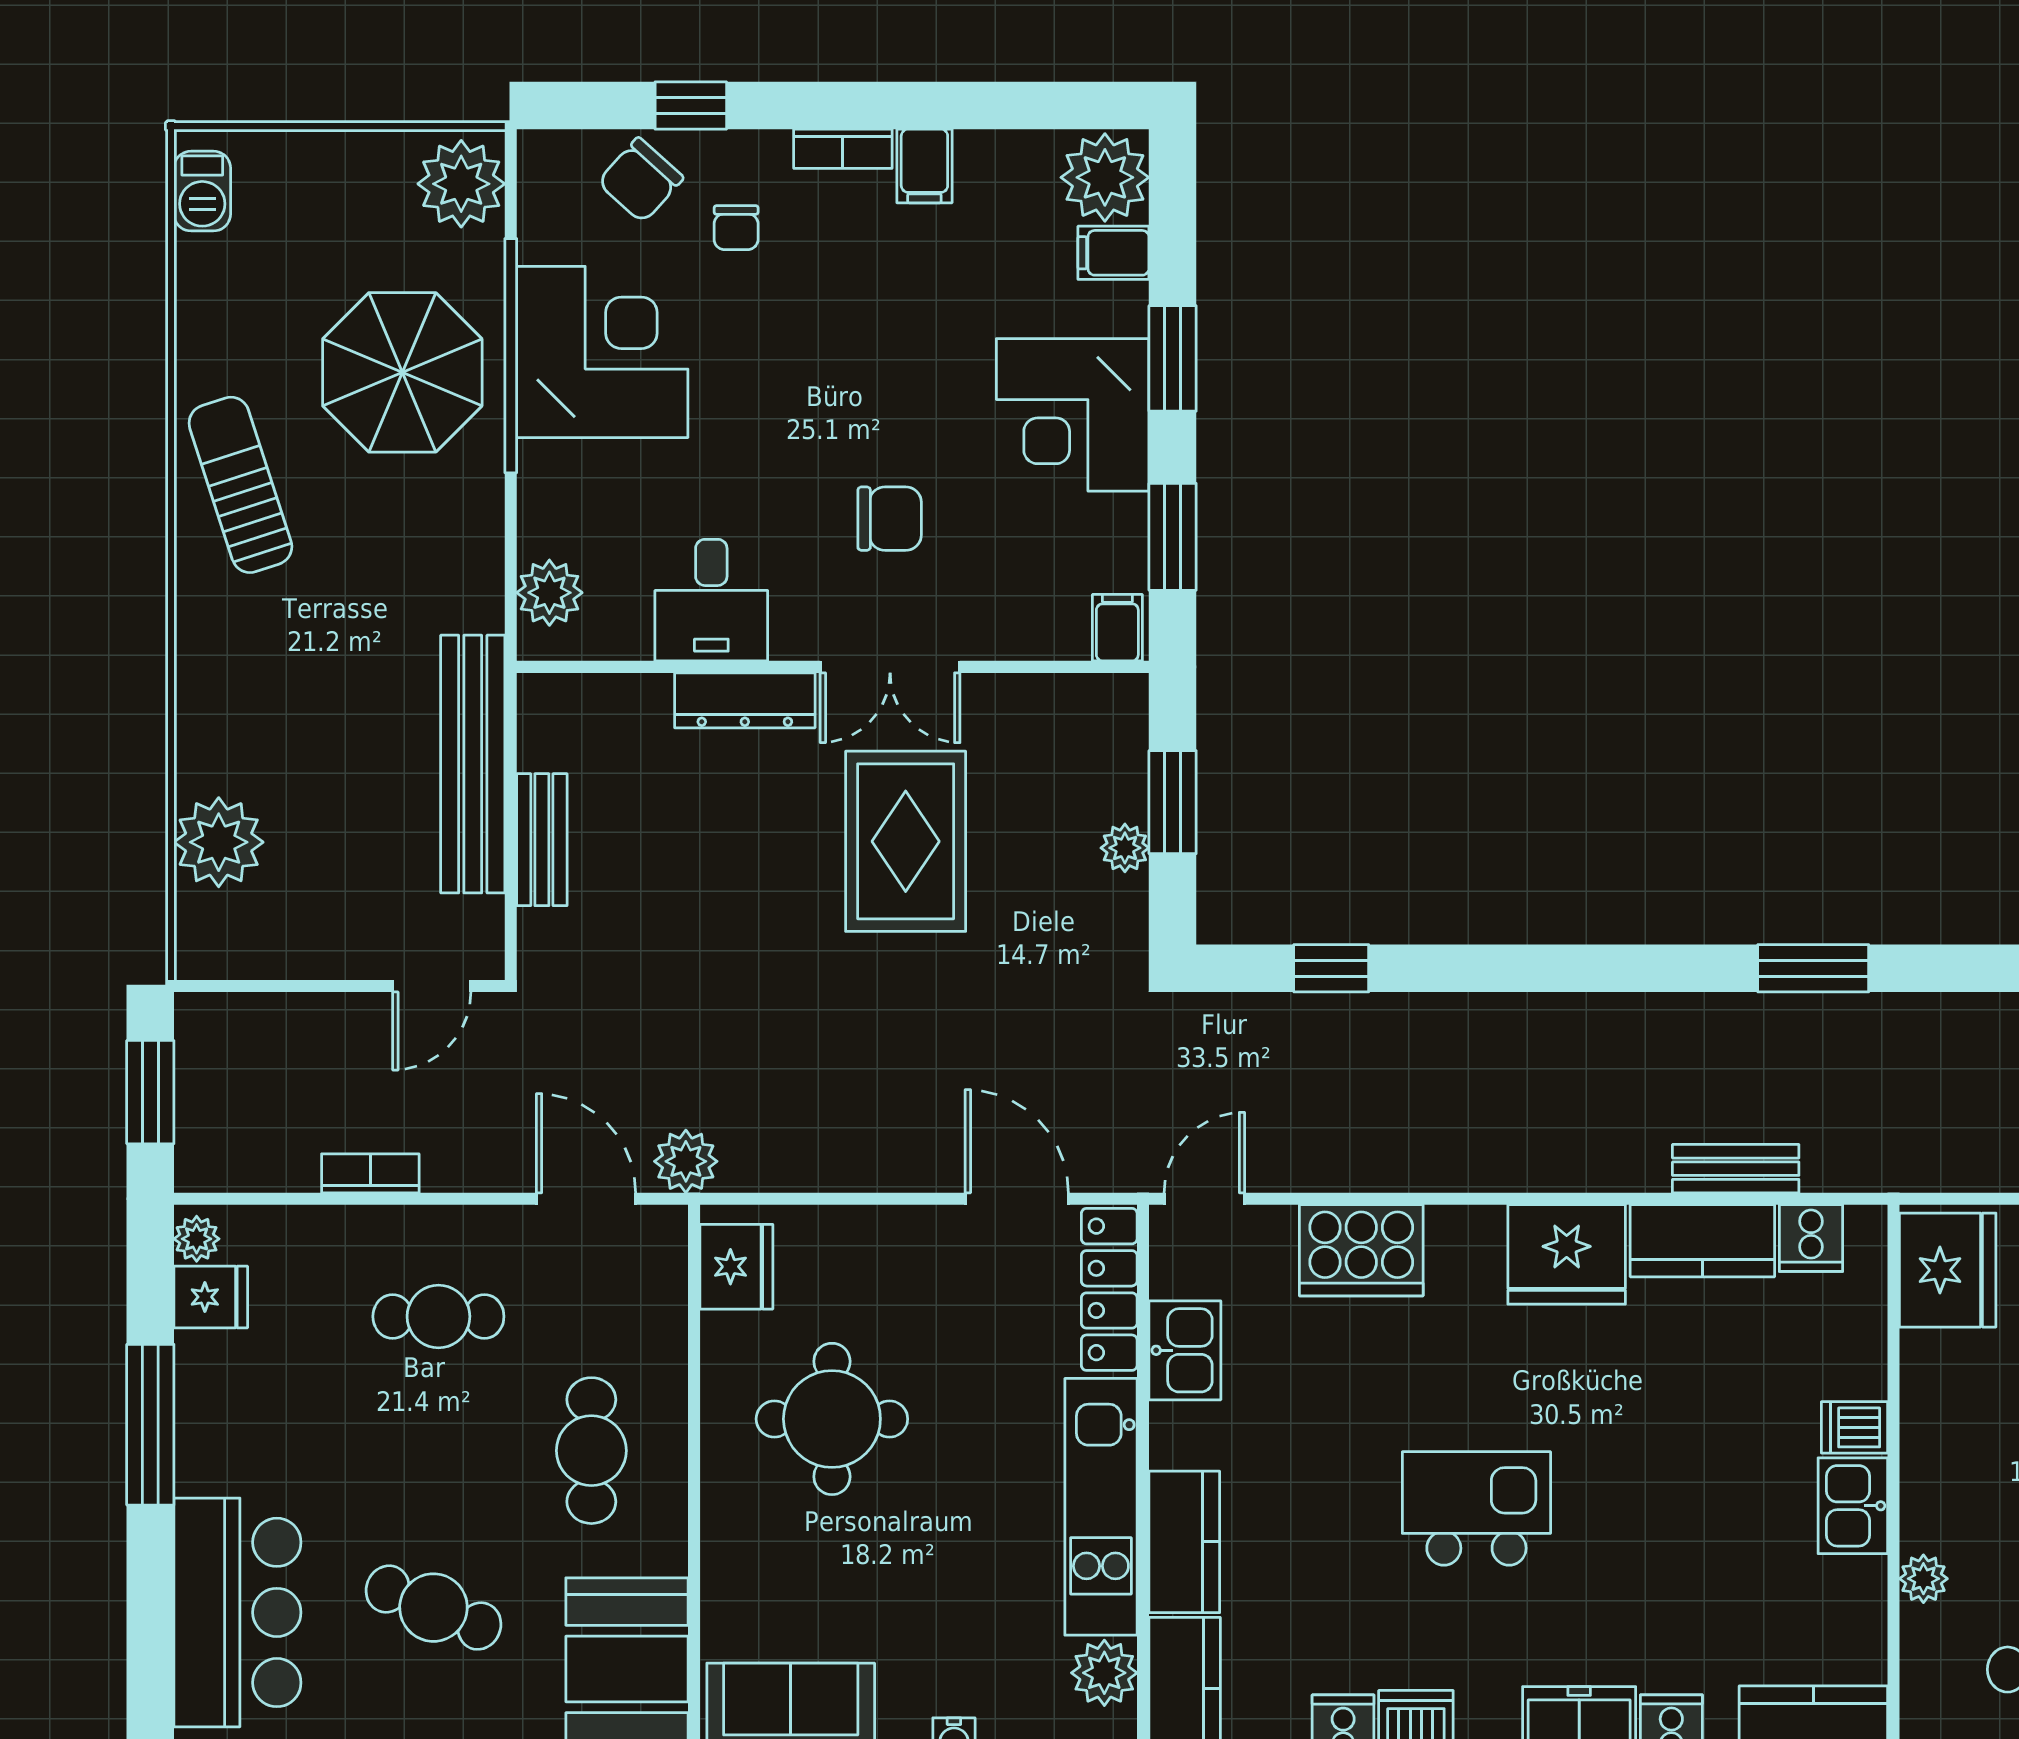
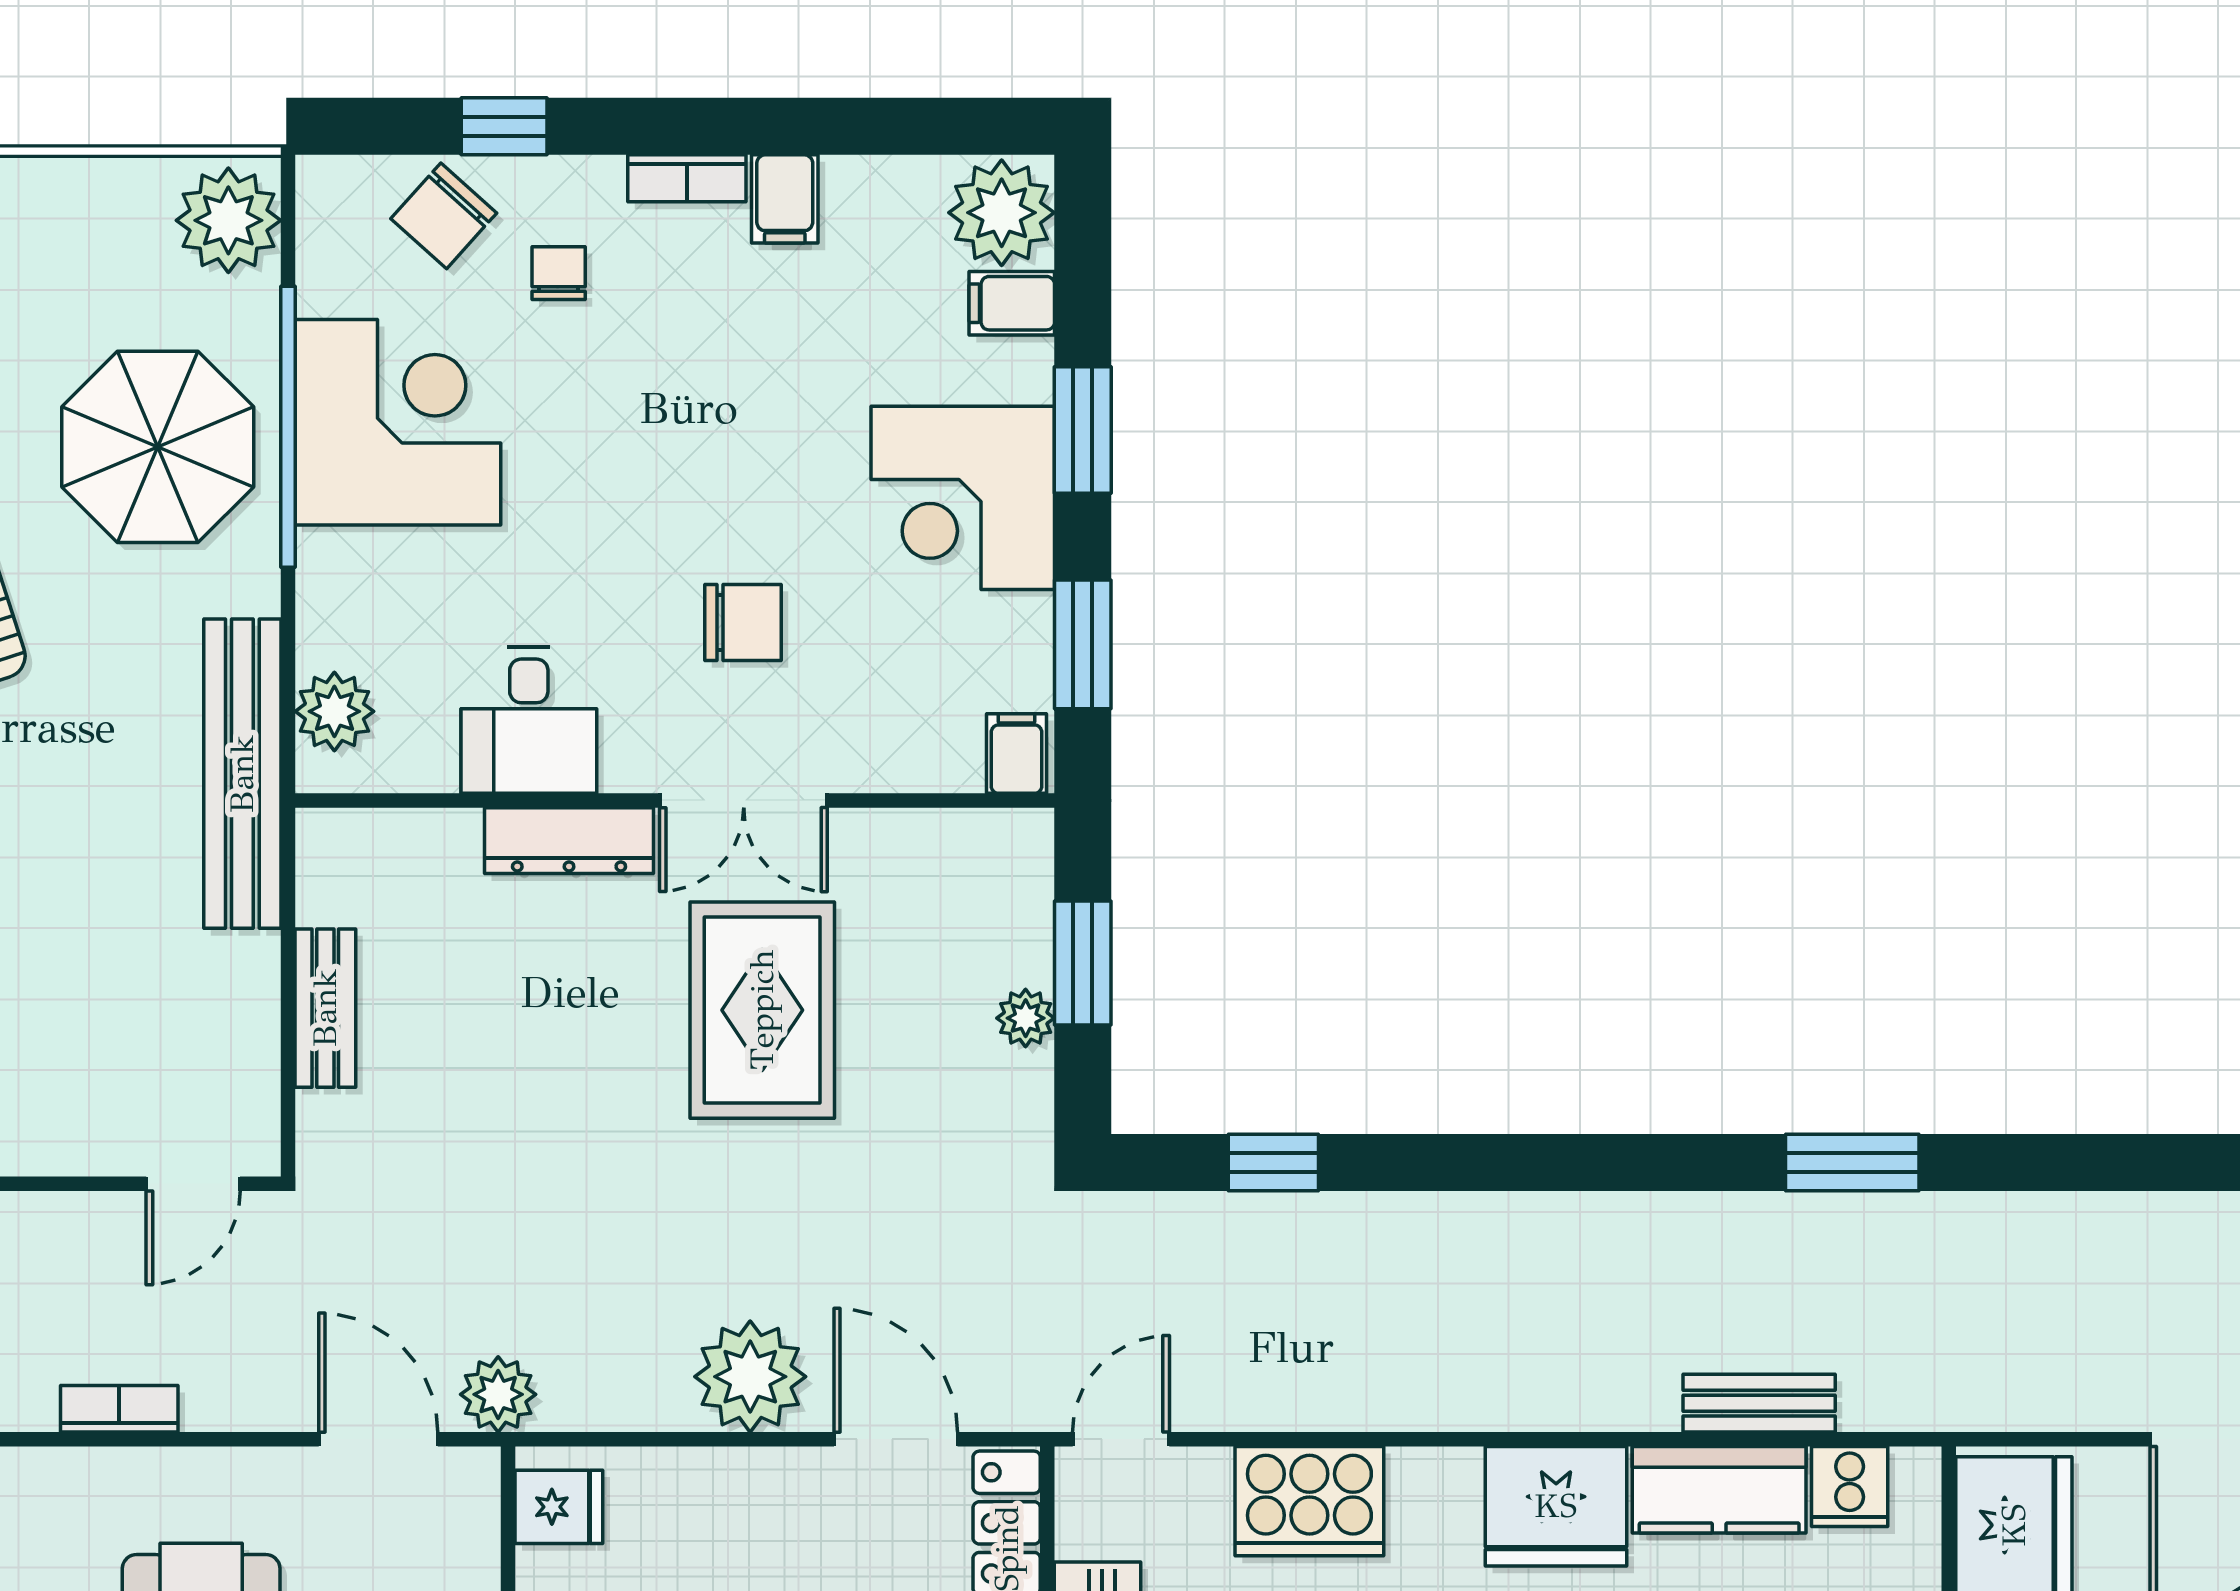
chair: (736, 228) -> (559, 273), turned 180
bench: (473, 764) -> (242, 774), moved
plant: (896, 1146) -> (750, 1377), added
fridge: (736, 1267) -> (559, 1507), width x0.72

